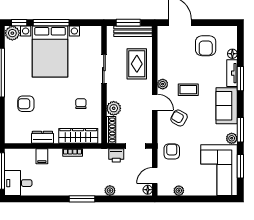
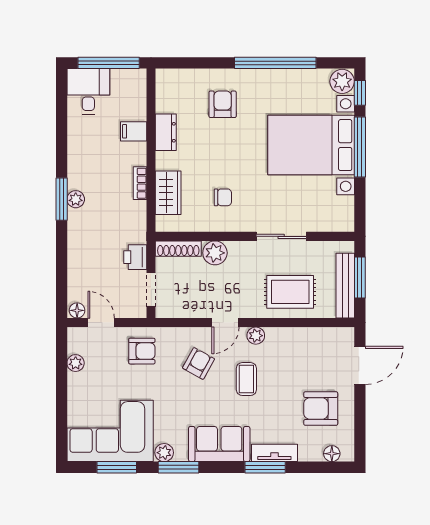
floor lamp: (232, 54) -> (332, 454), moved
wardrobe: (78, 136) -> (168, 193), width x0.67
plant: (110, 191) -> (76, 199), moved

